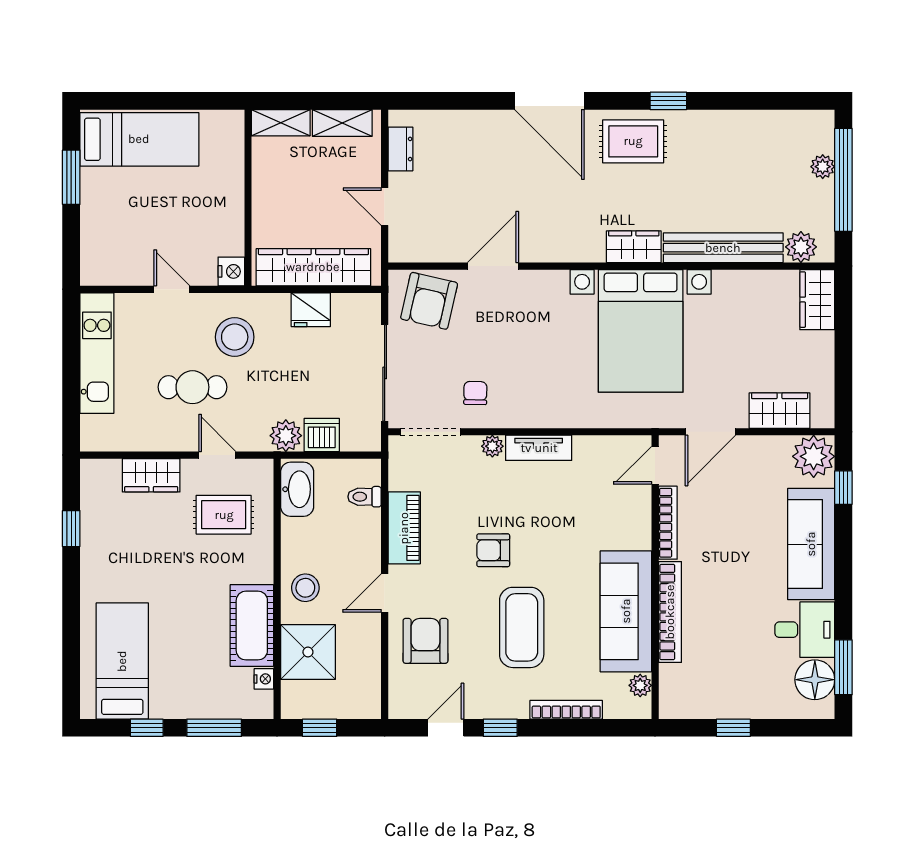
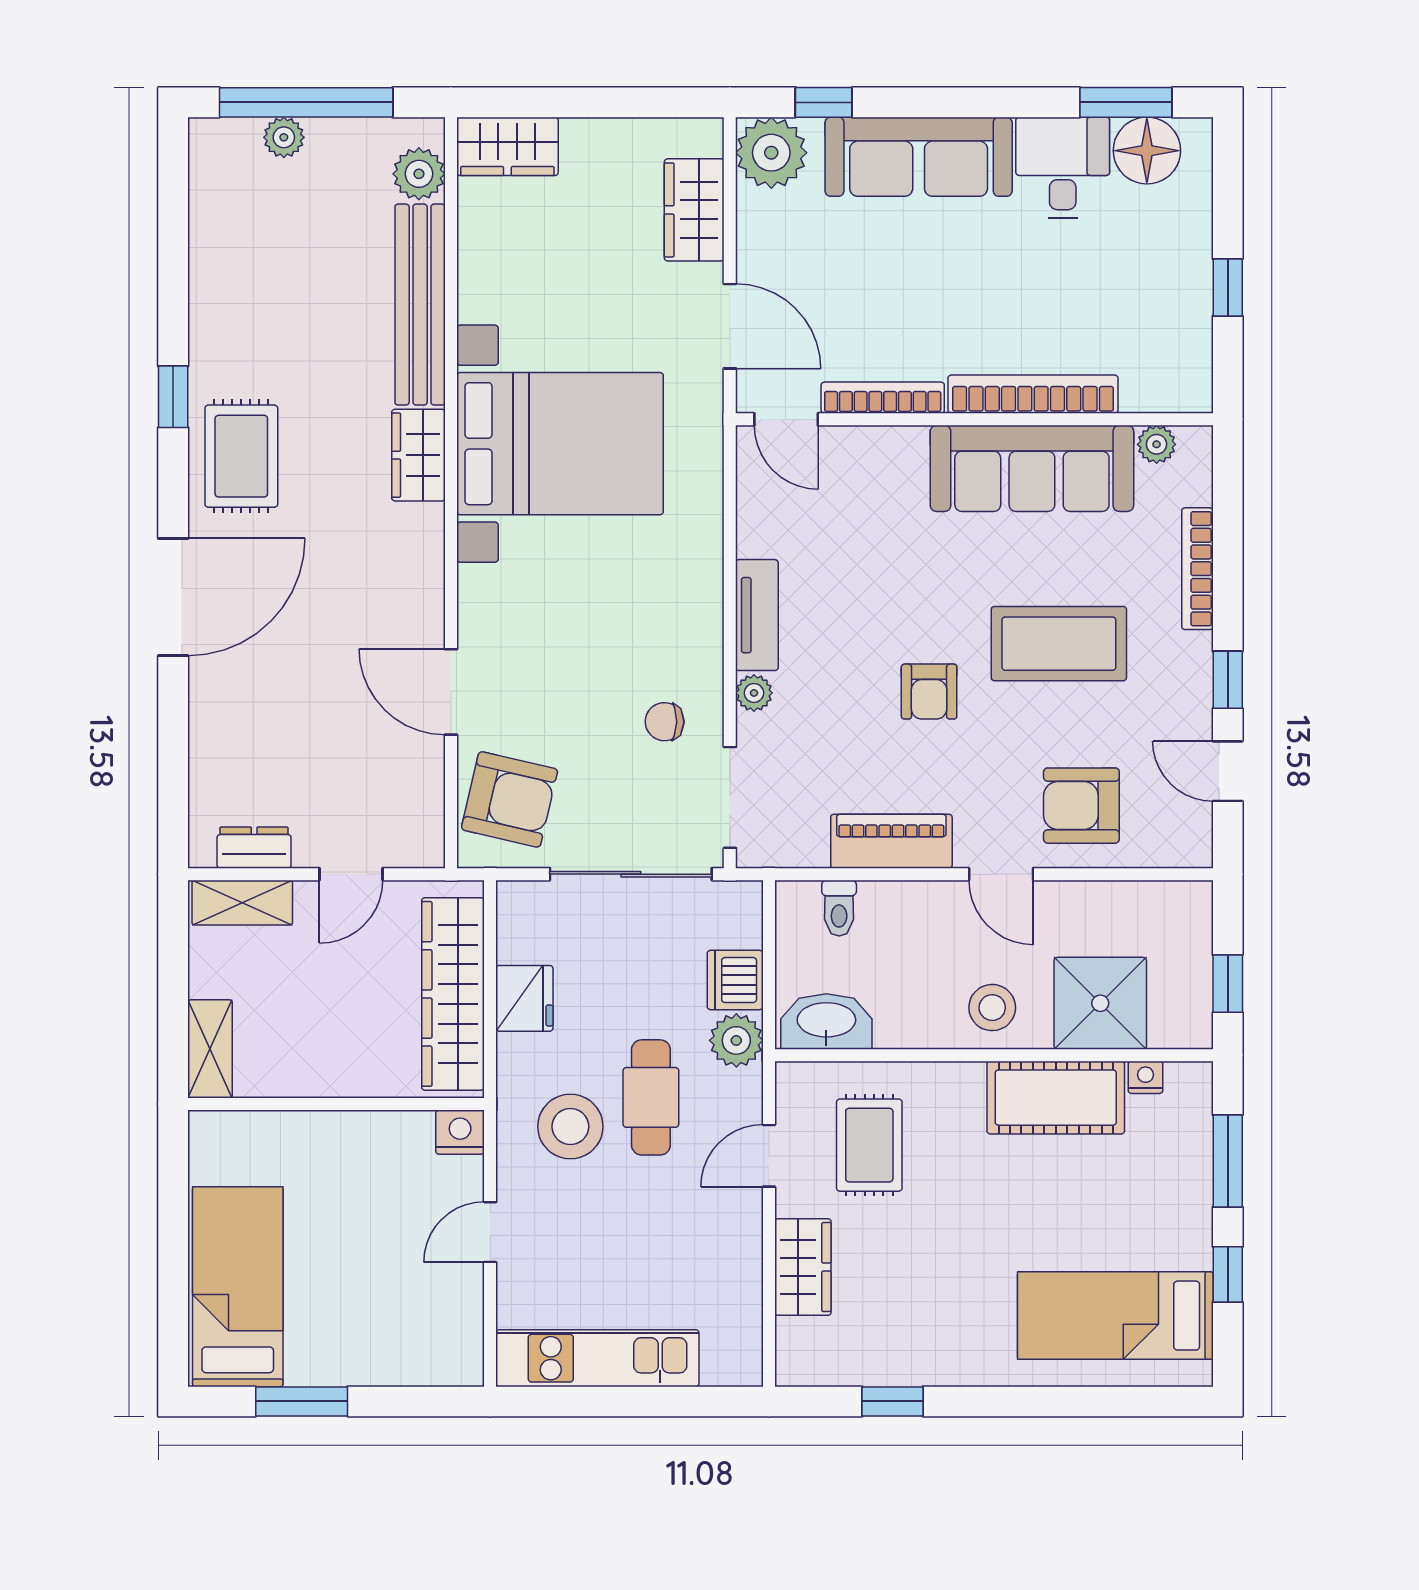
shelving: (342, 123) -> (242, 903), moved, turned 90
cafe table: (192, 387) -> (651, 1097), moved

